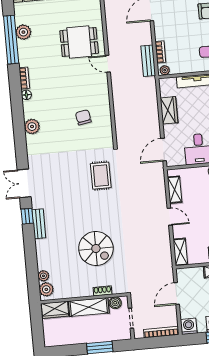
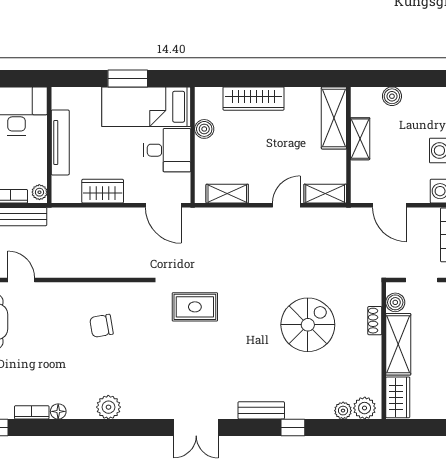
door: (108, 64) -> (21, 280), swing flipped
window: (27, 216) -> (293, 428), moved
door: (170, 217) -> (286, 205), moved

